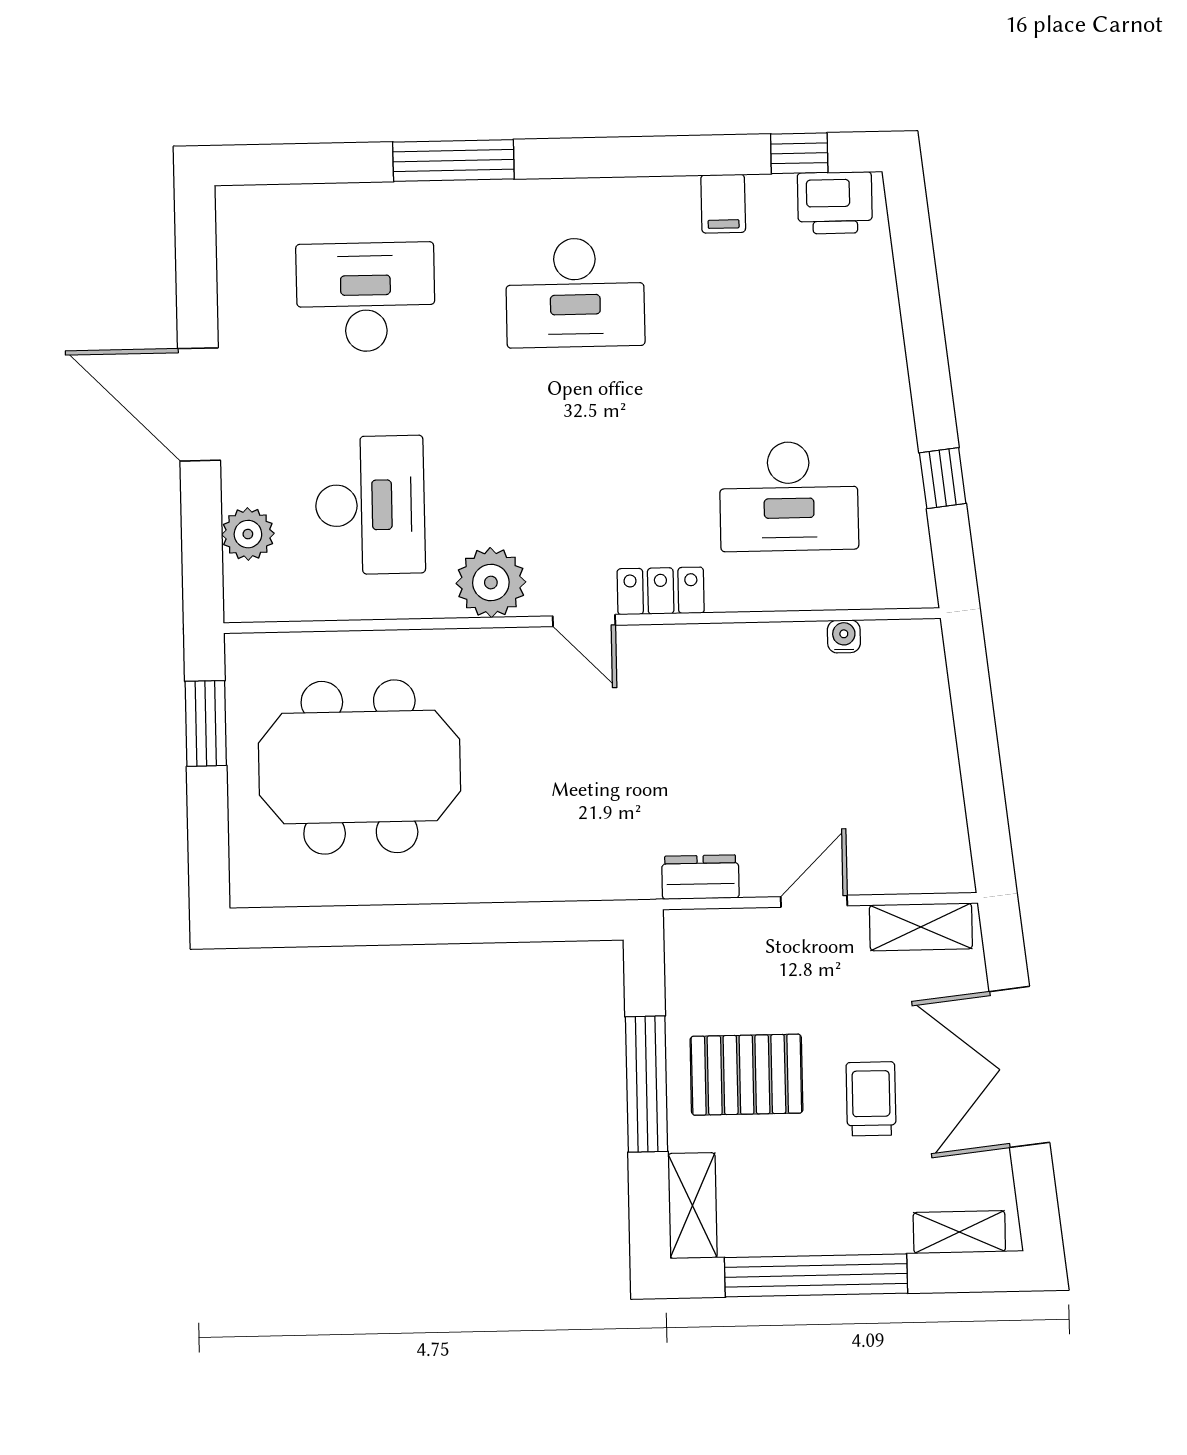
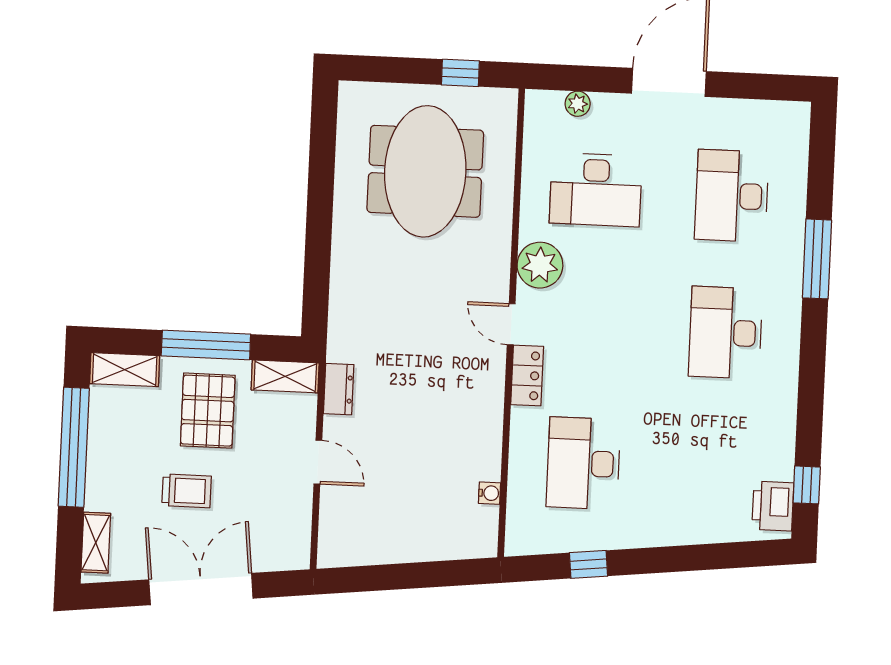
filing cabinet: (723, 204) -> (777, 433), removed
desk: (366, 297) -> (732, 196), turned 180
plant: (248, 534) -> (578, 104), width x0.73, depth x0.73
door: (584, 621) -> (511, 324), hinge flipped
window: (206, 723) -> (460, 73), width x0.67
shelving: (921, 927) -> (285, 376), moved, turned 90

